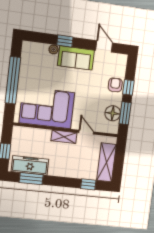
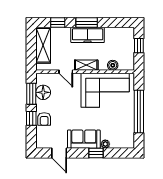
boiler: (36, 133) -> (113, 65), added
freezer: (30, 165) -> (88, 35), moved
window: (31, 179) -> (87, 23), moved

